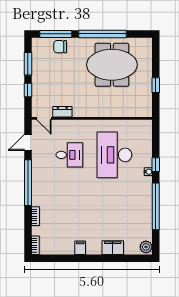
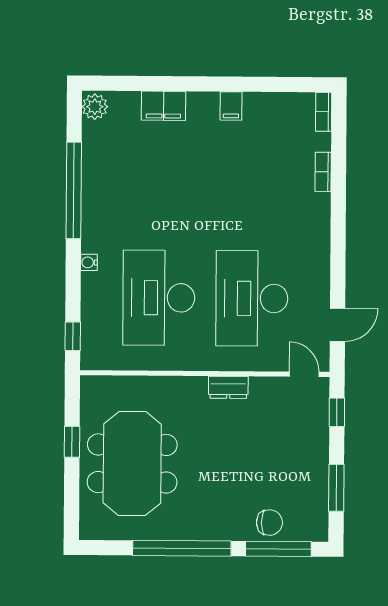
meeting table: (112, 65) -> (132, 463), moved, turned 90
window: (28, 90) -> (337, 412), moved
dresser: (62, 112) -> (228, 387), moved
desk: (69, 155) -> (252, 298), width x1.87, depth x1.30
desk: (114, 155) -> (159, 298), turned 180
window: (156, 165) -> (73, 336), moved
window: (28, 183) -> (338, 242), removed

